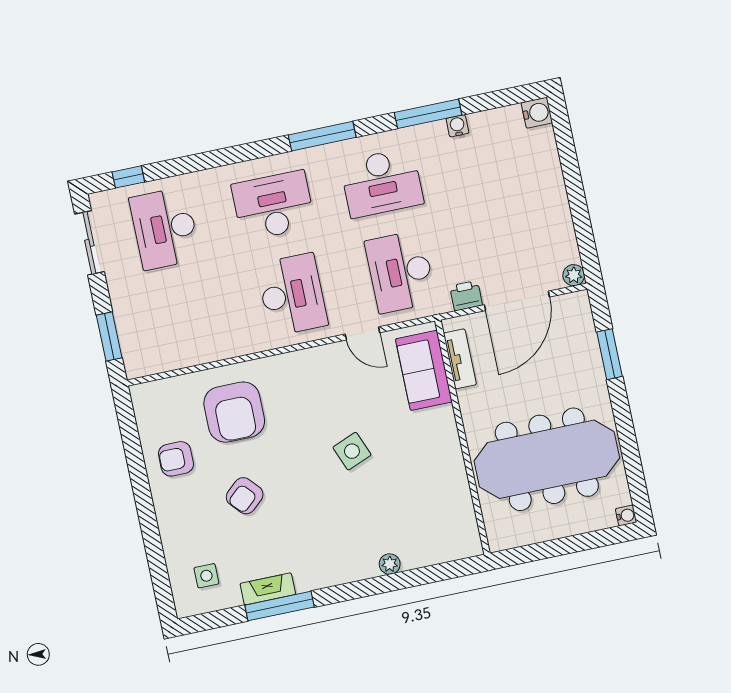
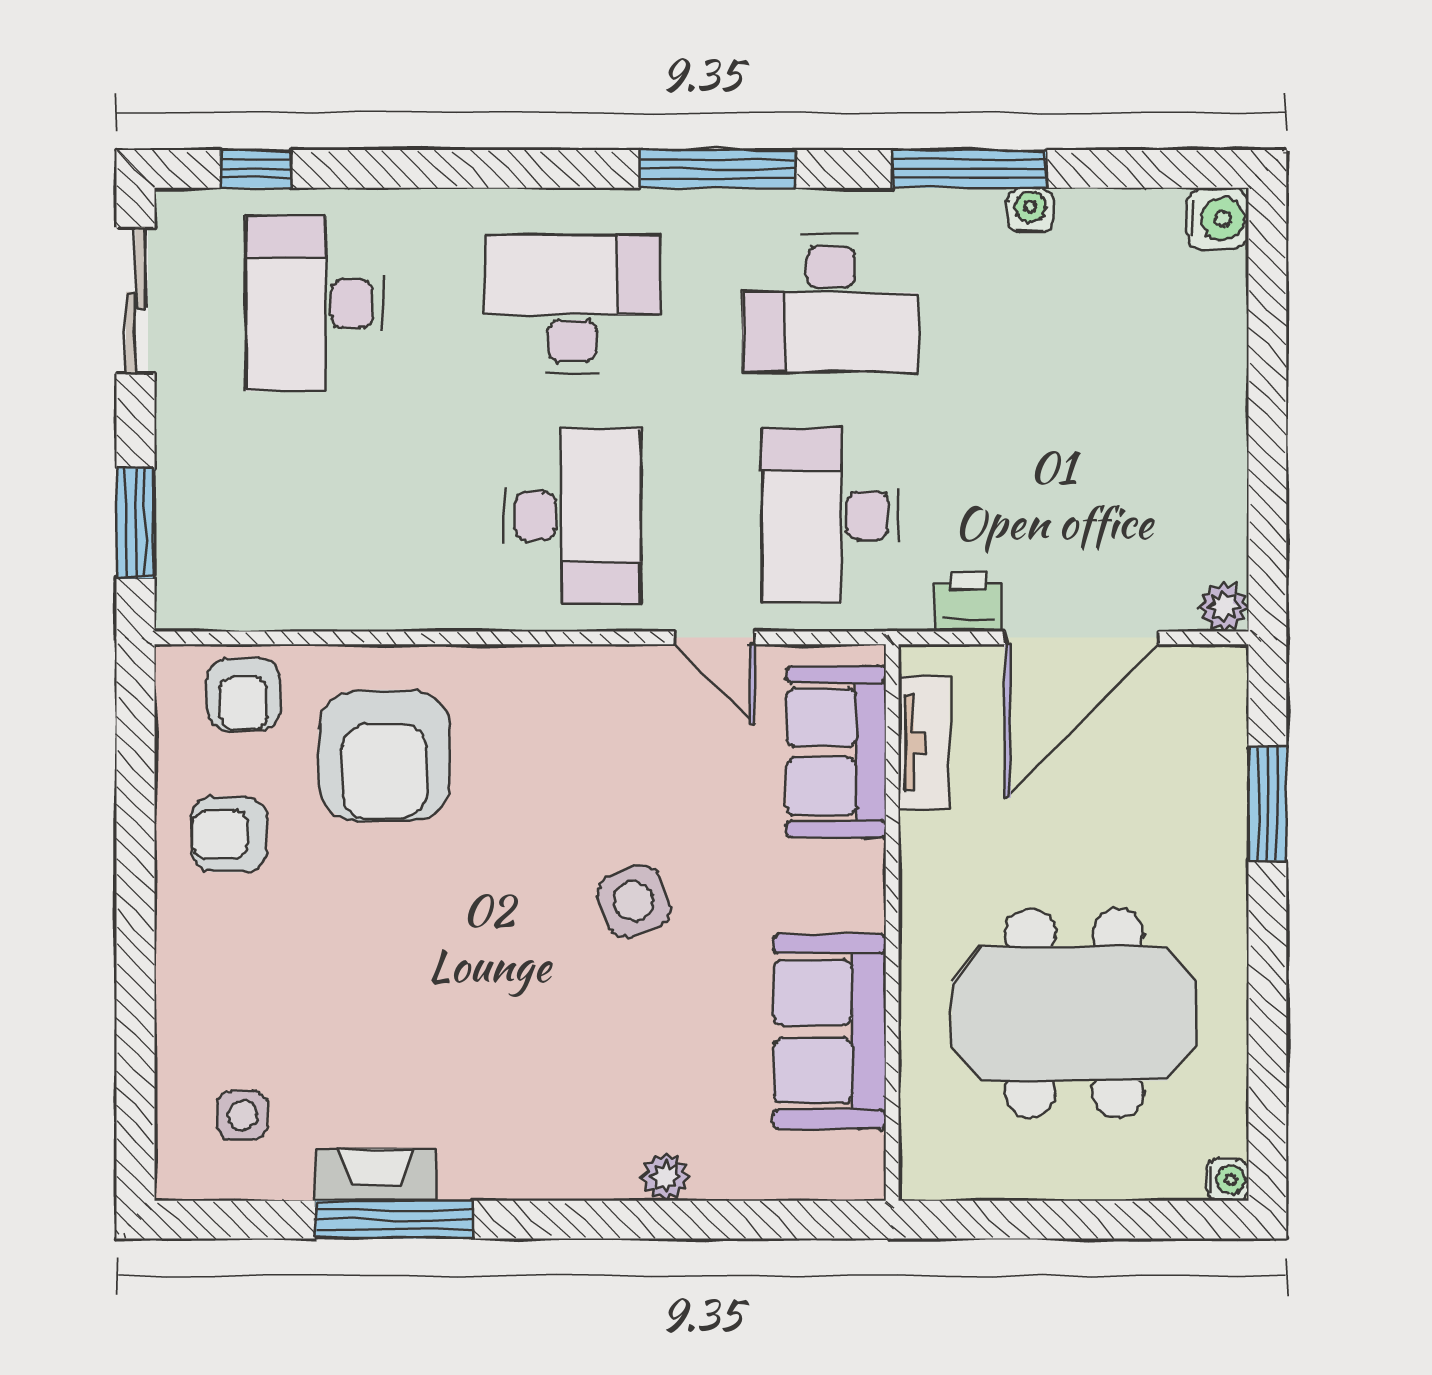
meeting table: (547, 459) -> (1074, 1013), width x0.73
sofa: (446, 489) -> (830, 1032), added
armchair: (245, 496) -> (244, 694), moved, turned -48

